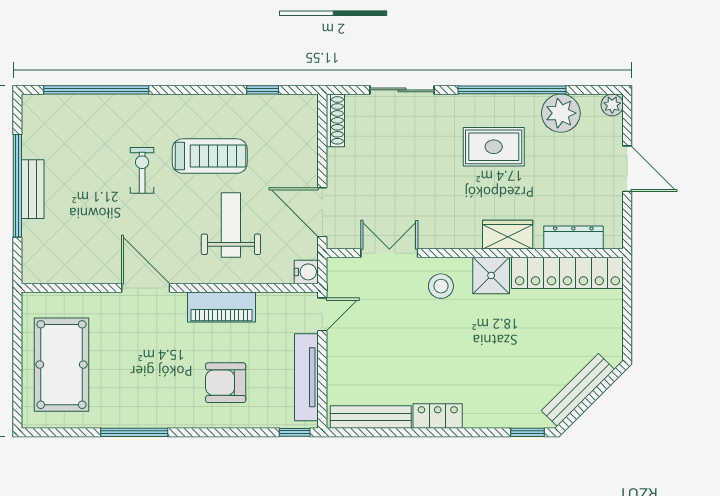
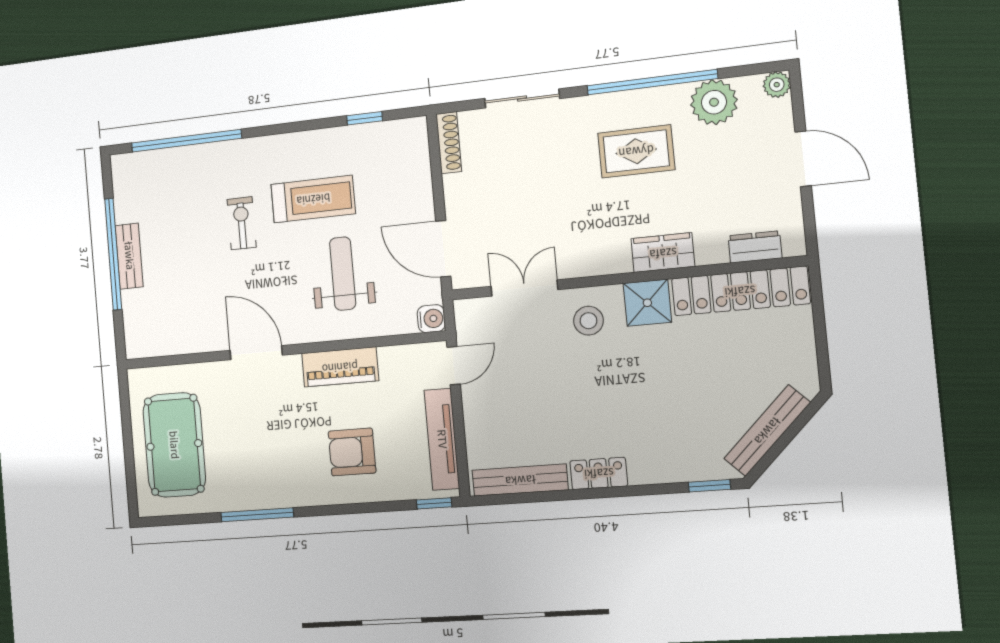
dresser: (573, 237) -> (755, 247), width x0.70

